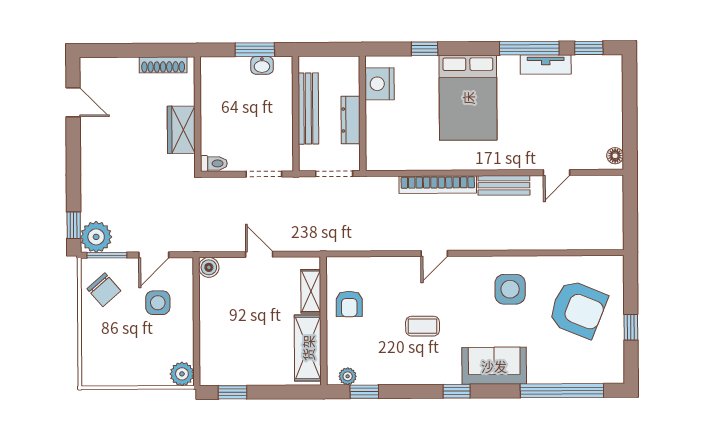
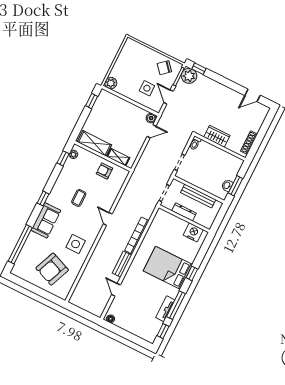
window: (425, 49) -> (192, 273), moved
door: (259, 254) -> (151, 131), moved
window: (631, 327) -> (33, 288), removed

